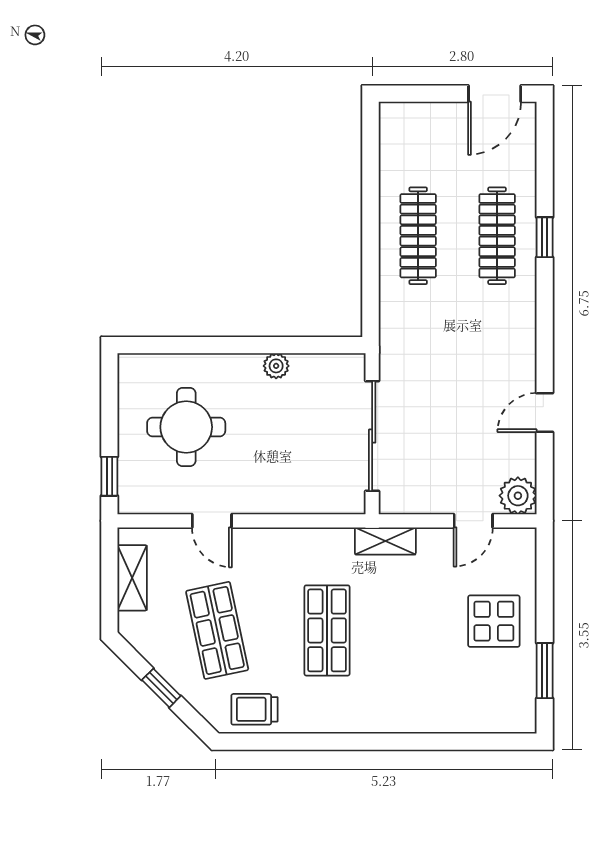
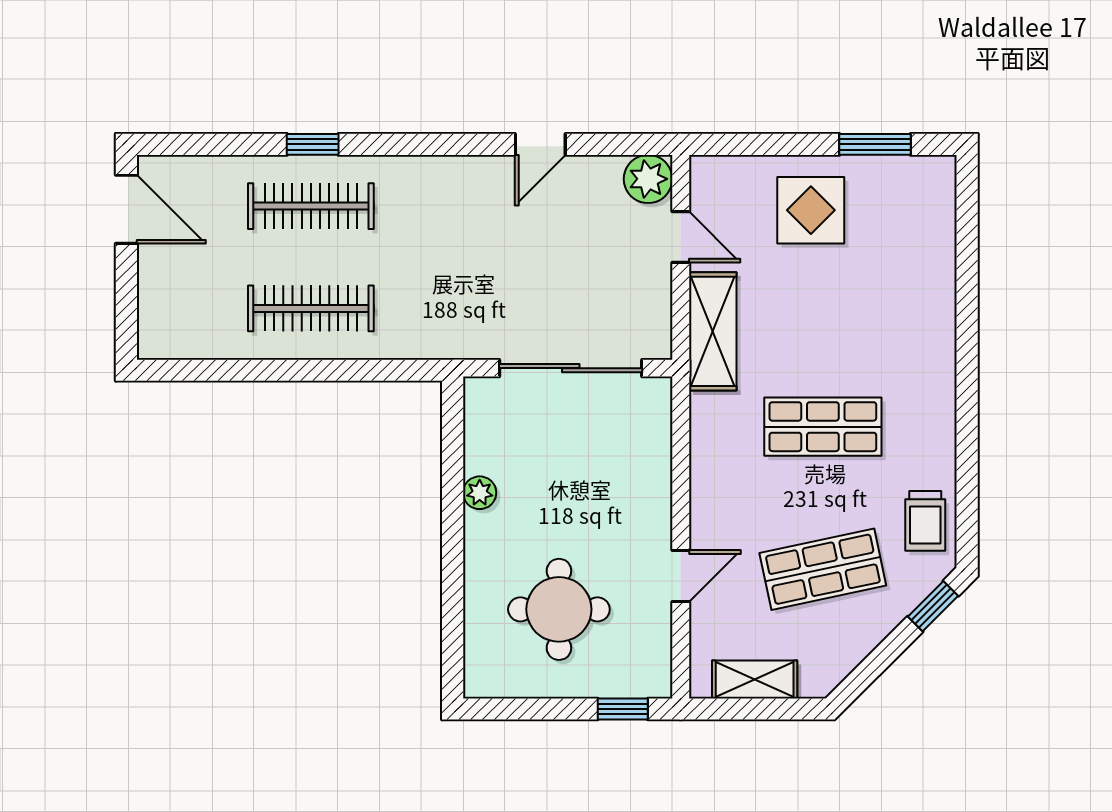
door: (545, 413) -> (540, 144), hinge flipped
shelving: (385, 541) -> (713, 331), width x1.50, depth x1.33
window: (161, 688) -> (933, 606), moved

